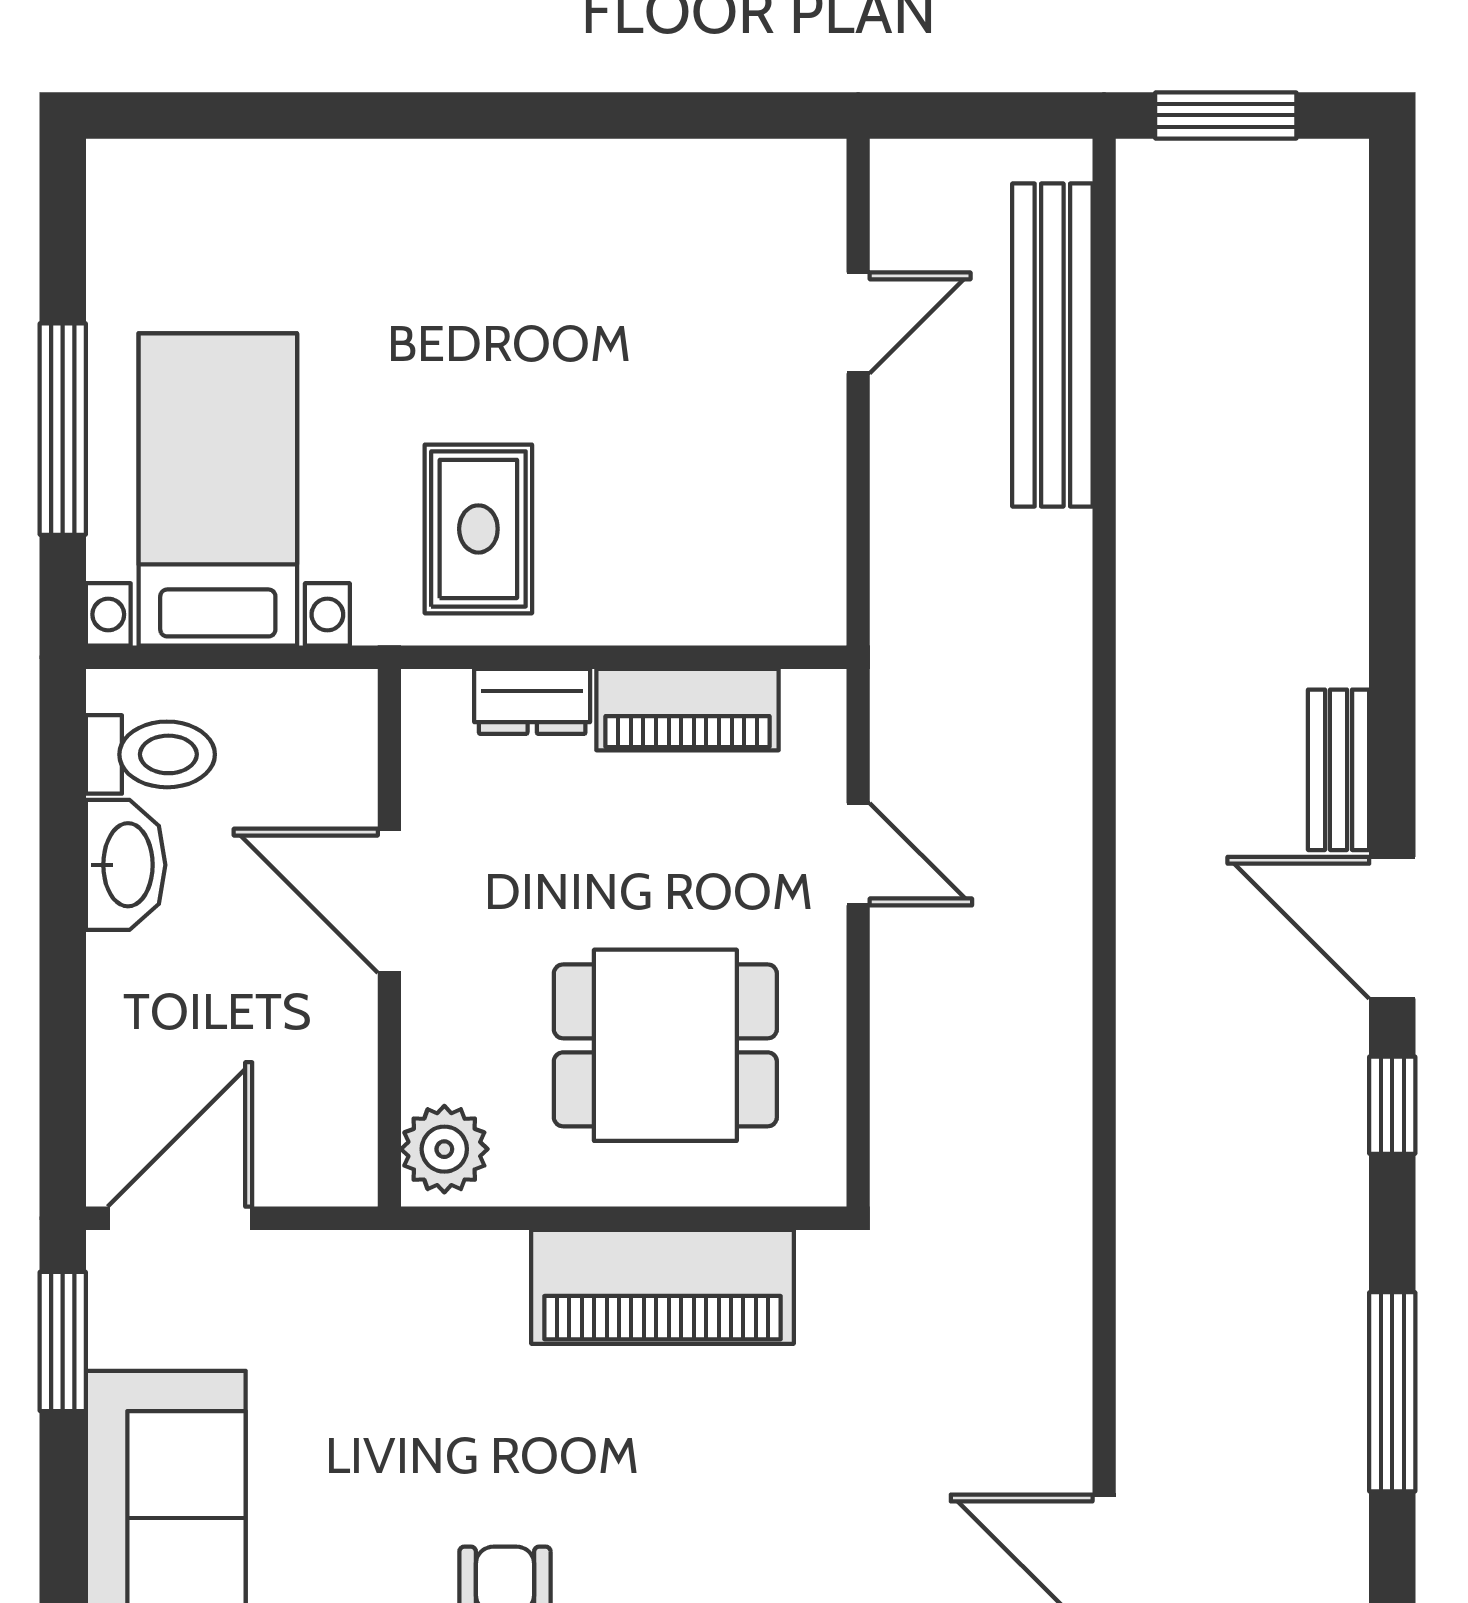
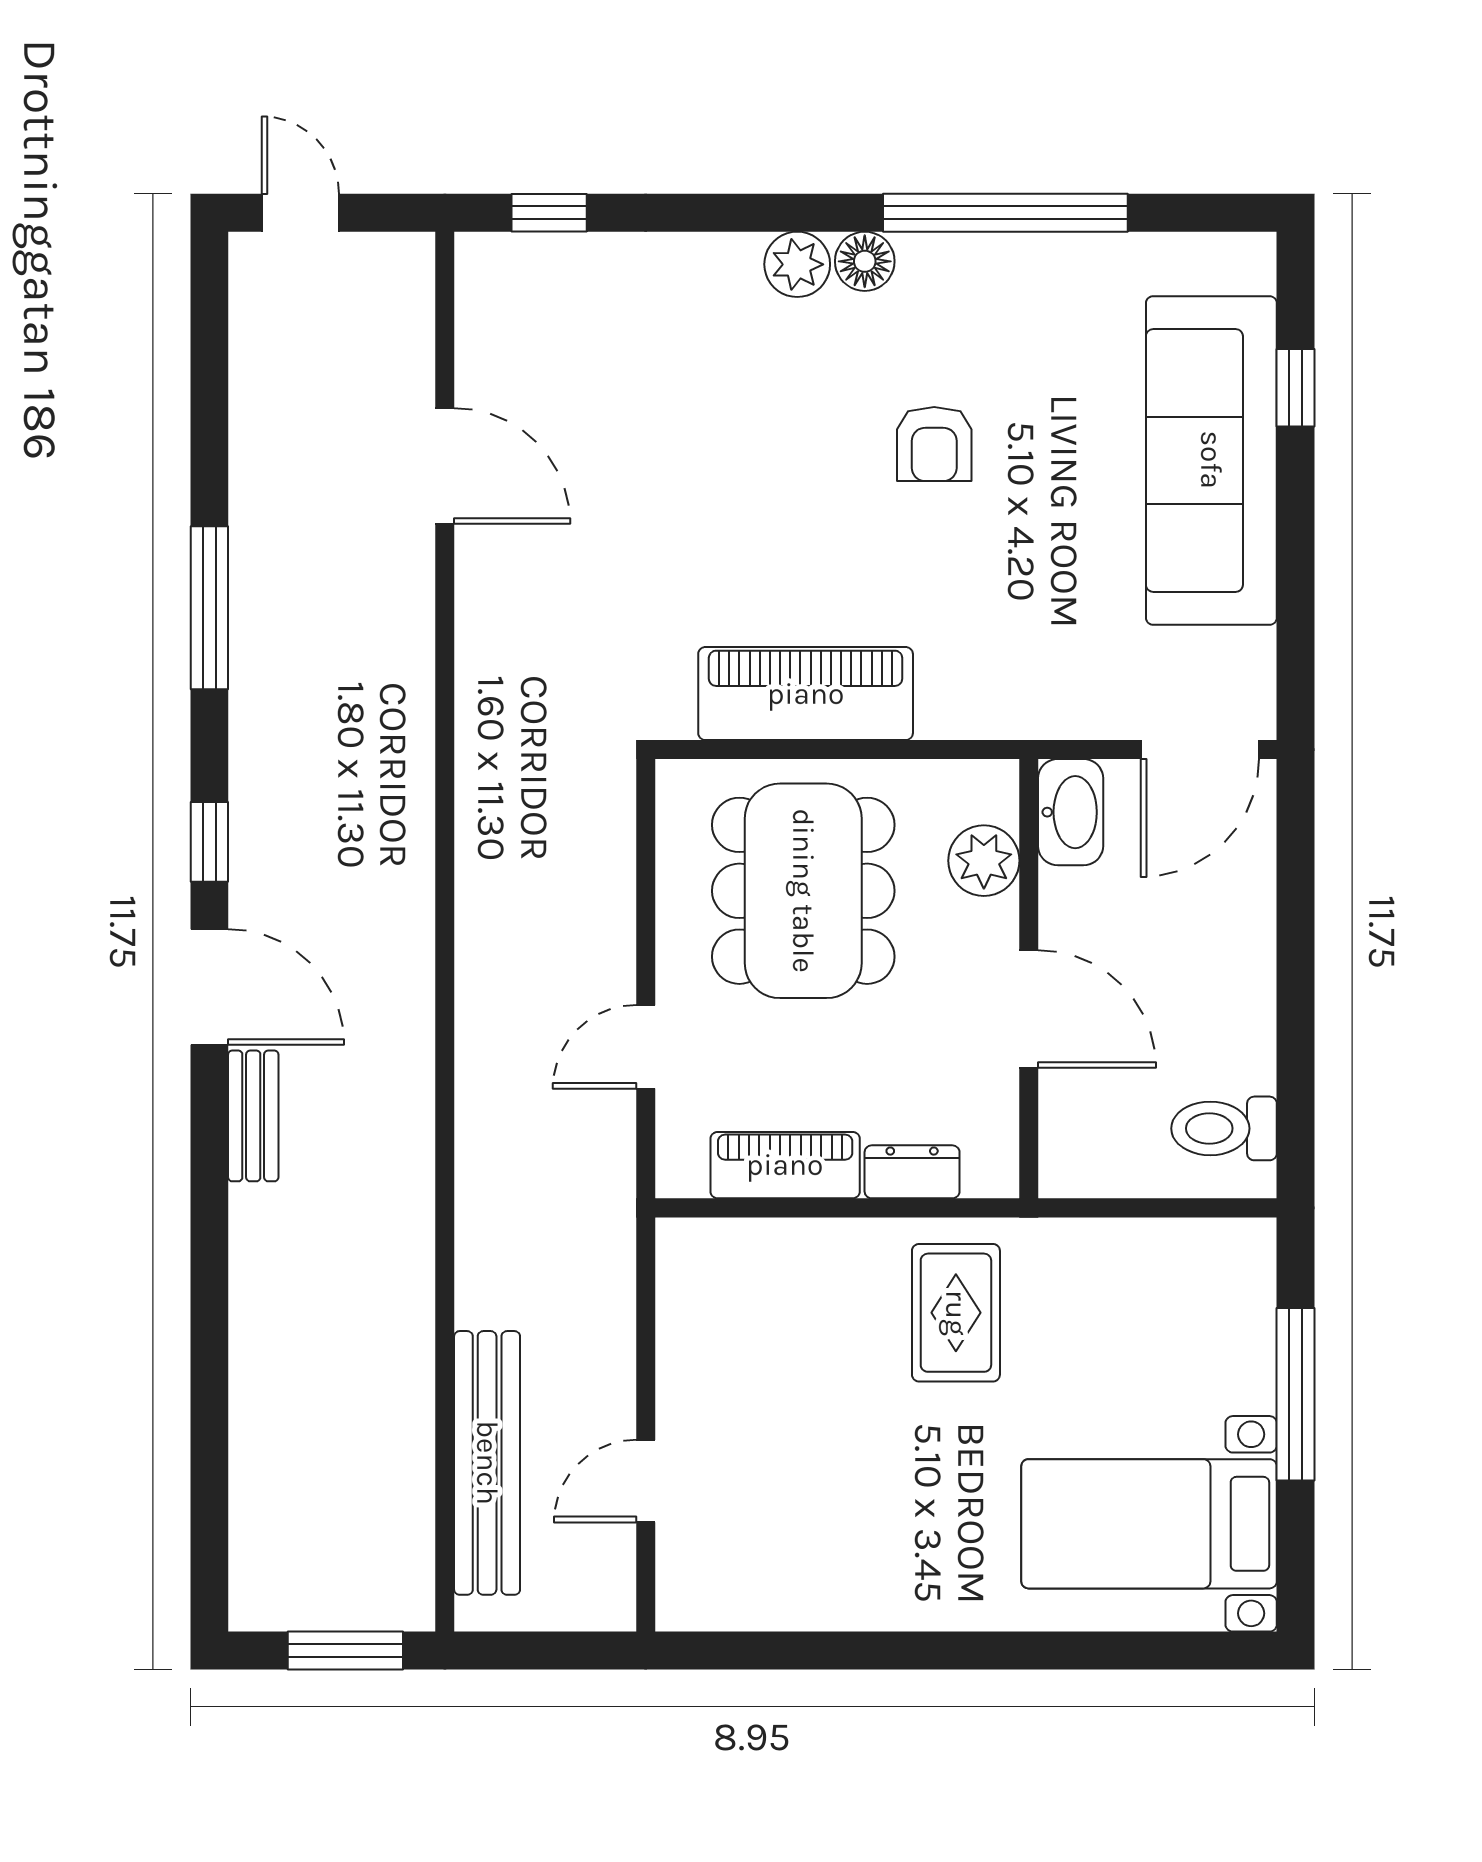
bed with nightstands: (218, 489) -> (1149, 1524), moved, turned 90
door: (858, 854) -> (646, 1047), hinge flipped
washbasin: (126, 865) -> (1071, 812), moved, turned 180
dining table: (665, 1045) -> (803, 891), width x1.38
plant: (444, 1149) -> (984, 861), moved
window: (63, 1341) -> (1296, 649), removed

